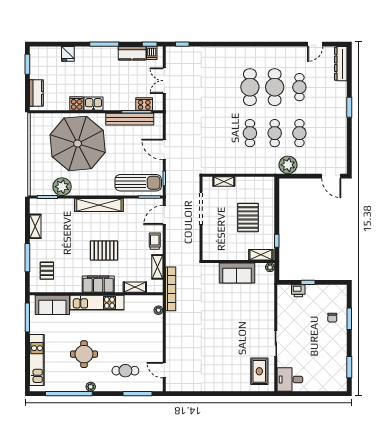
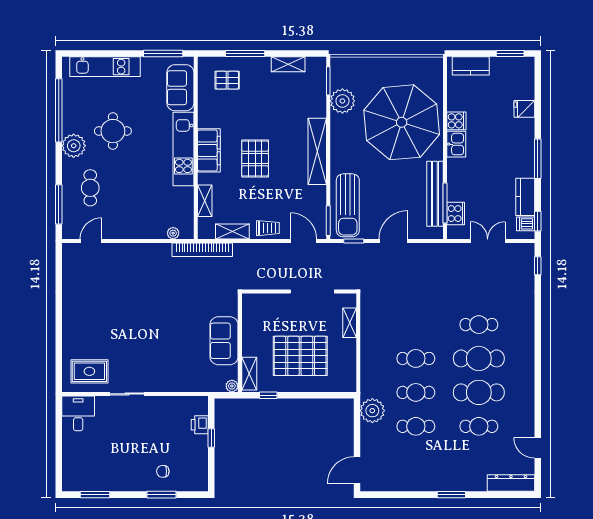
cafe table: (225, 87) -> (479, 325), added
pallet: (248, 217) -> (300, 356), width x1.37, depth x1.41
plant: (91, 387) -> (74, 146), width x1.88, depth x1.88

